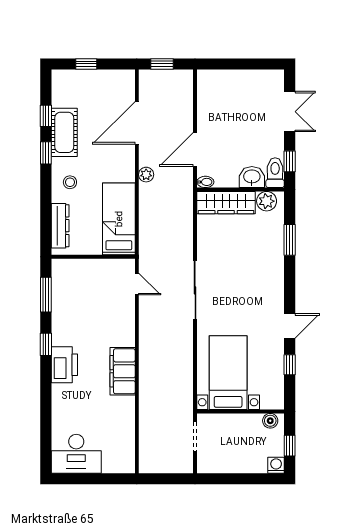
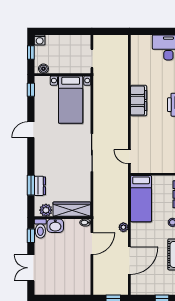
dresser: (276, 239) -> (40, 186), added
window: (290, 365) -> (31, 90), moved

